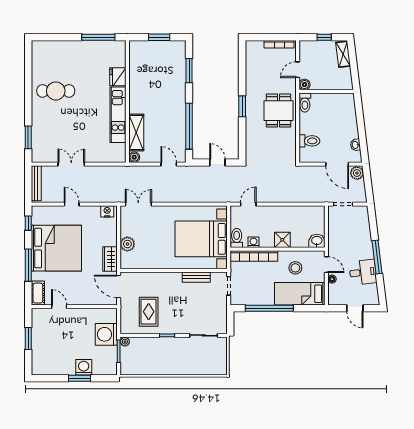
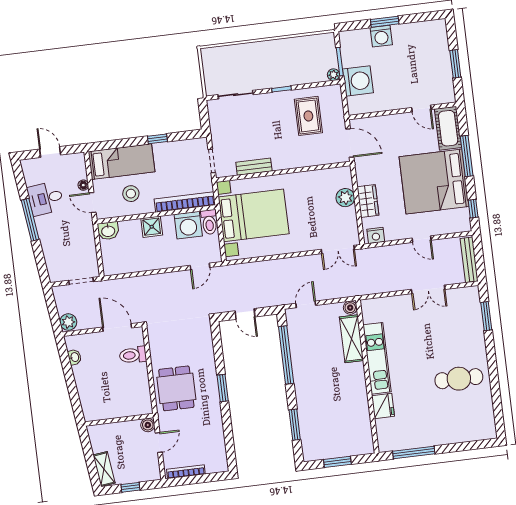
toilet: (305, 103) -> (144, 402), removed
door: (169, 164) -> (306, 304), swing flipped
door: (337, 164) -> (117, 328), moved
washing machine: (253, 242) -> (188, 225), width x1.89, depth x1.89
wardrobe: (110, 259) -> (368, 201), moved
cot: (38, 293) -> (448, 128), width x1.37, depth x1.34
window: (269, 308) -> (157, 139), width x0.32

